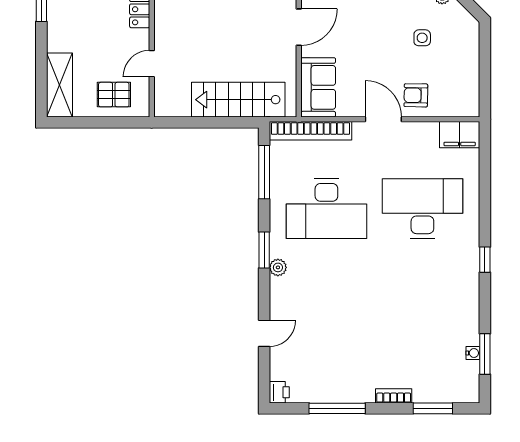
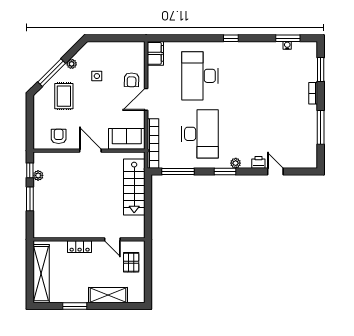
shelving: (59, 85) -> (108, 295), moved
printer: (279, 392) -> (258, 162), moved

